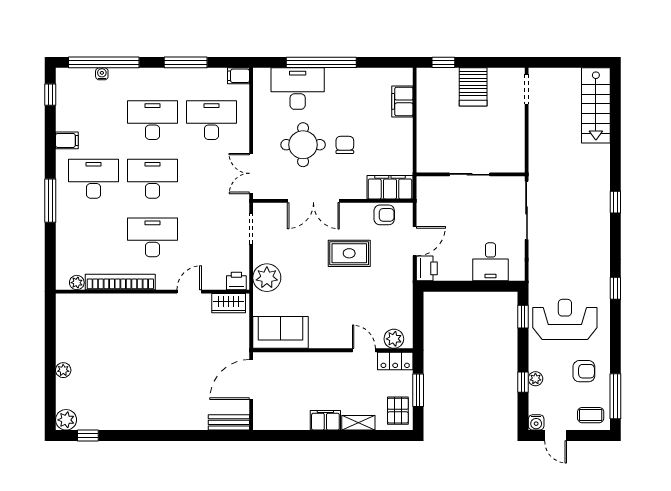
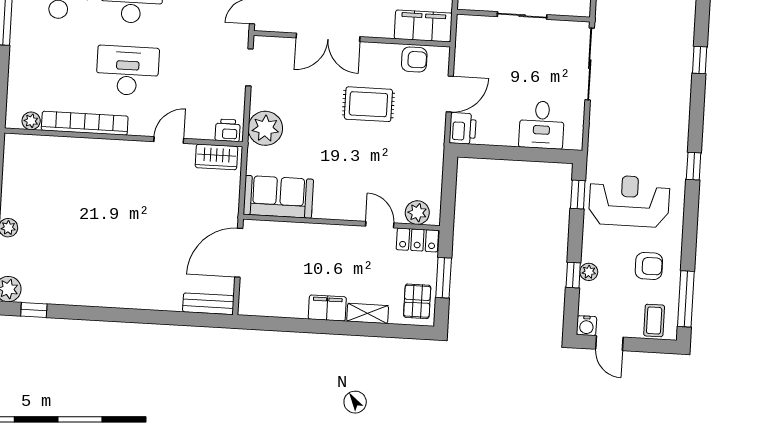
coffee table: (591, 415) -> (654, 320), turned 90

